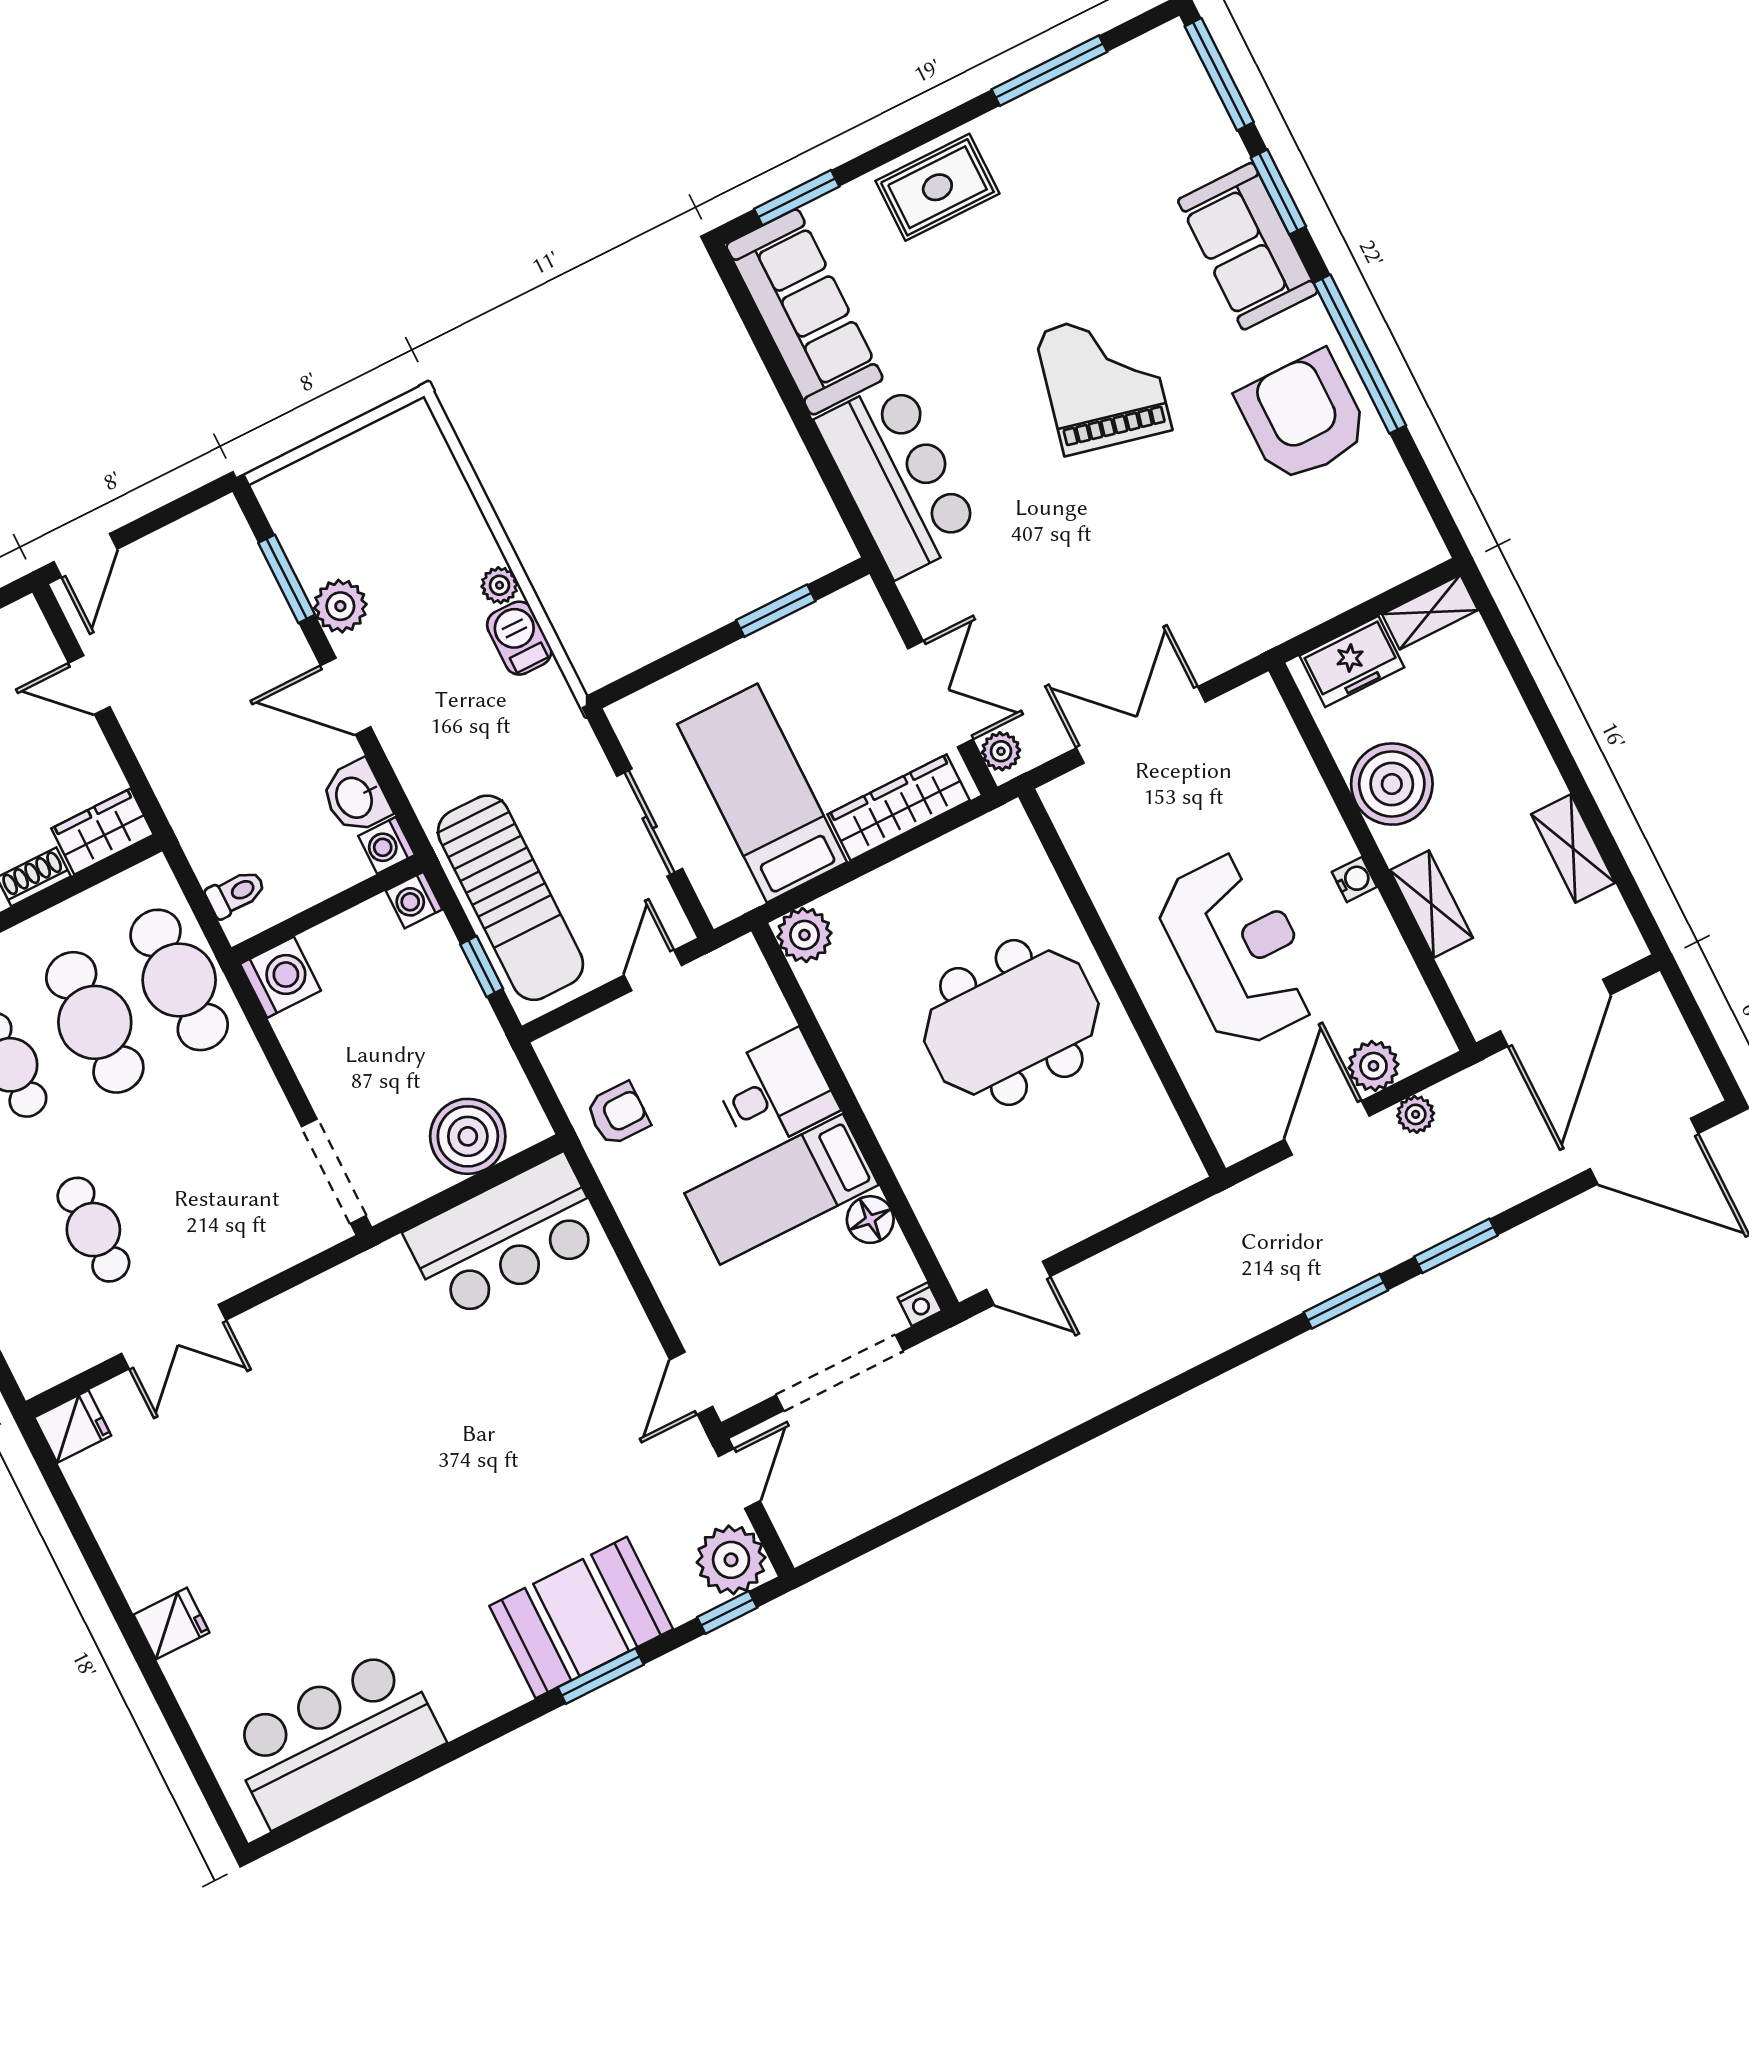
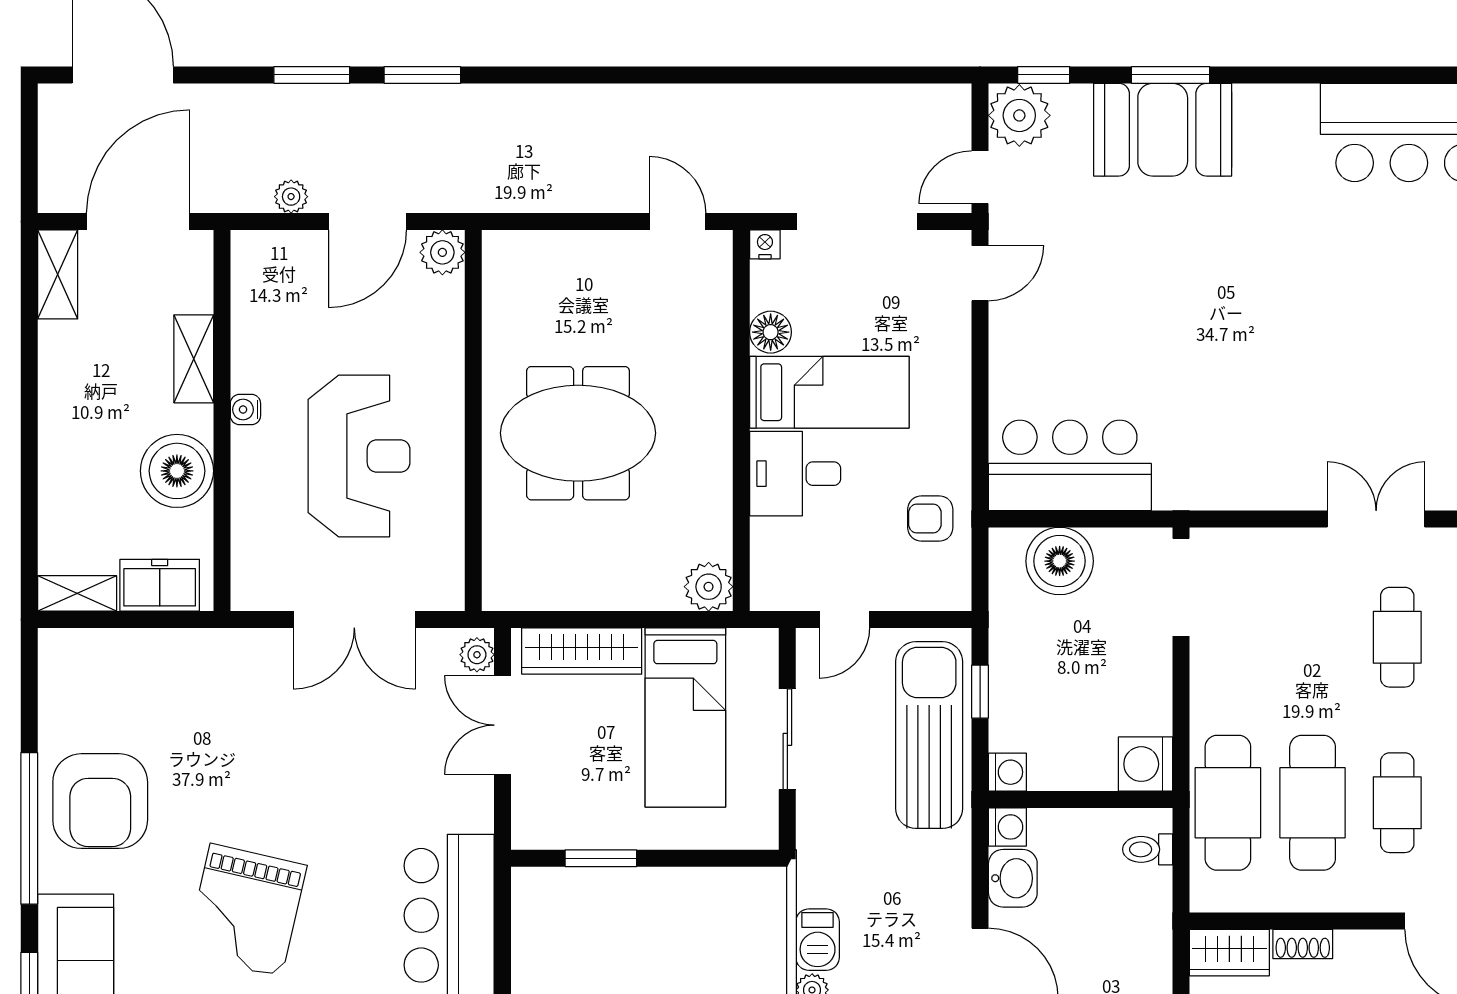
shelving: (1573, 848) -> (58, 274), moved
reception desk: (1239, 949) -> (359, 456), moved, turned 180
plant: (1373, 1066) -> (442, 252), moved

